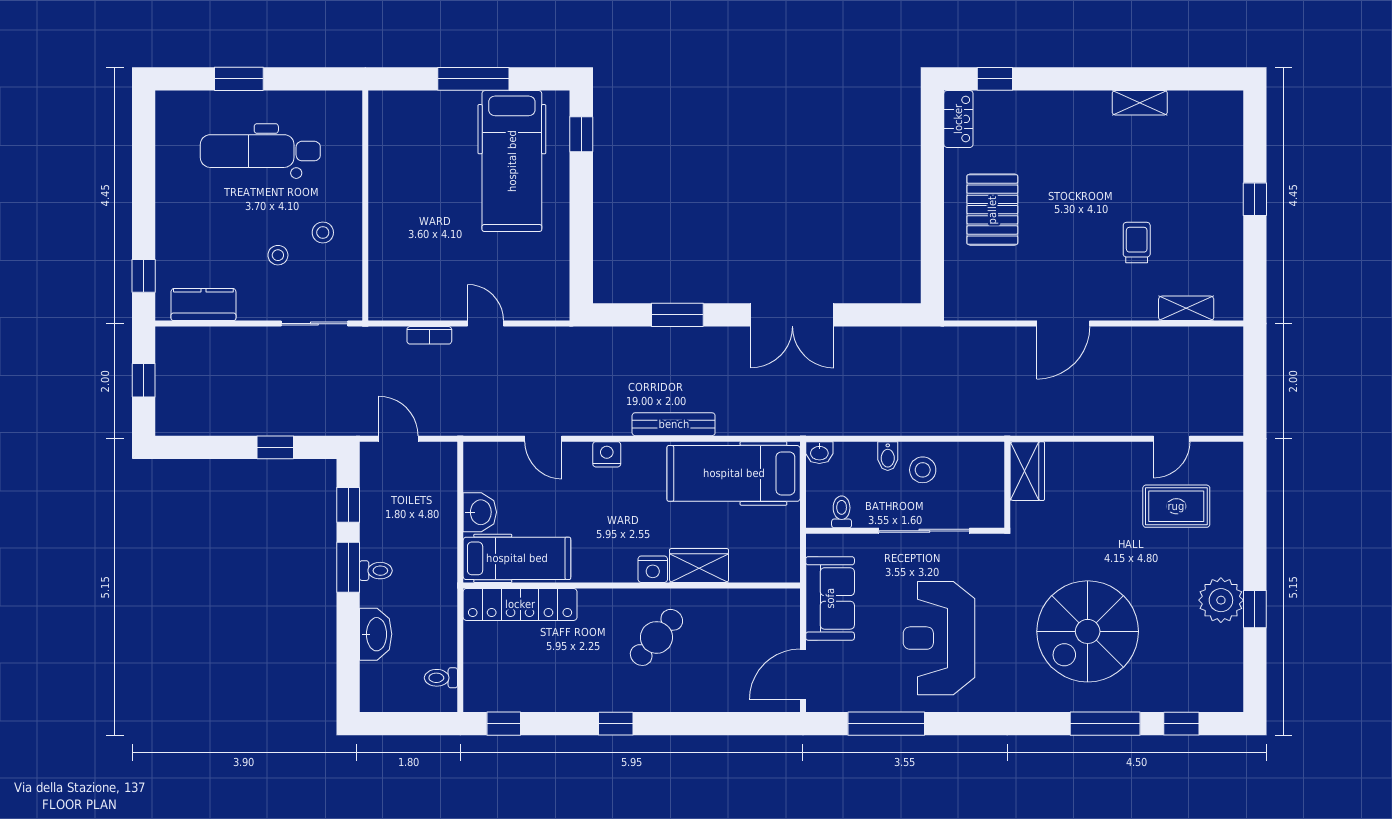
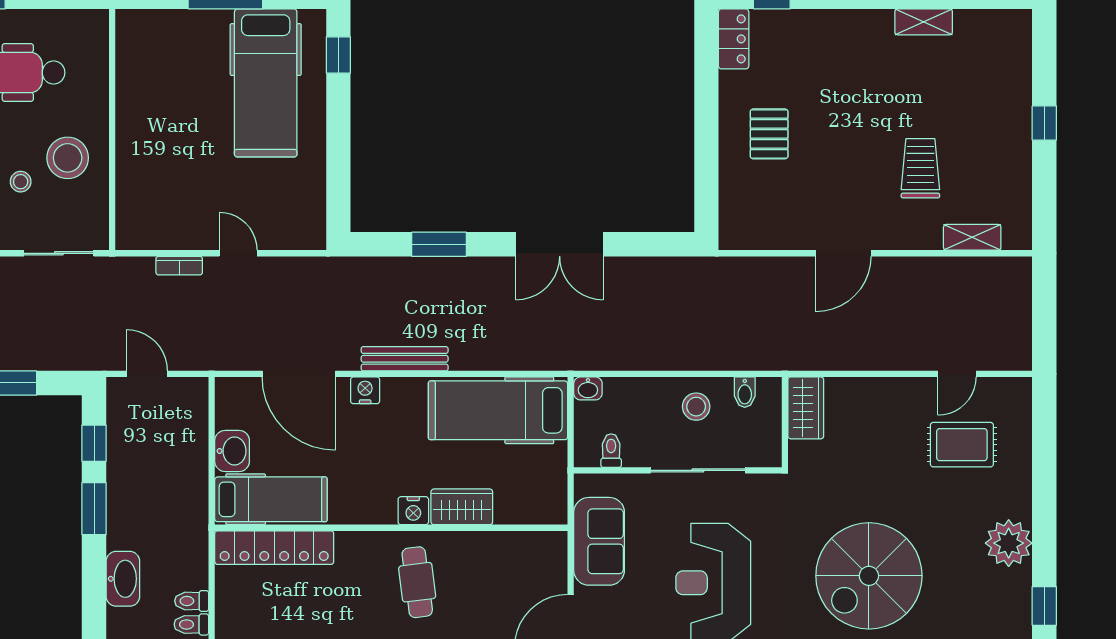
pallet: (992, 210) -> (769, 134), width x0.67, depth x0.71
stool: (323, 233) -> (68, 158), width x1.89, depth x1.89
trolley: (1137, 242) -> (920, 168), width x1.36, depth x1.39
bench: (674, 424) -> (405, 359), moved
door: (543, 439) -> (299, 374), width x1.88
bidet: (888, 456) -> (745, 392), moved
toilet: (376, 571) -> (192, 601), moved, turned 180
window: (1255, 609) -> (1044, 606), moved
cafe table: (656, 637) -> (417, 582), turned -48

